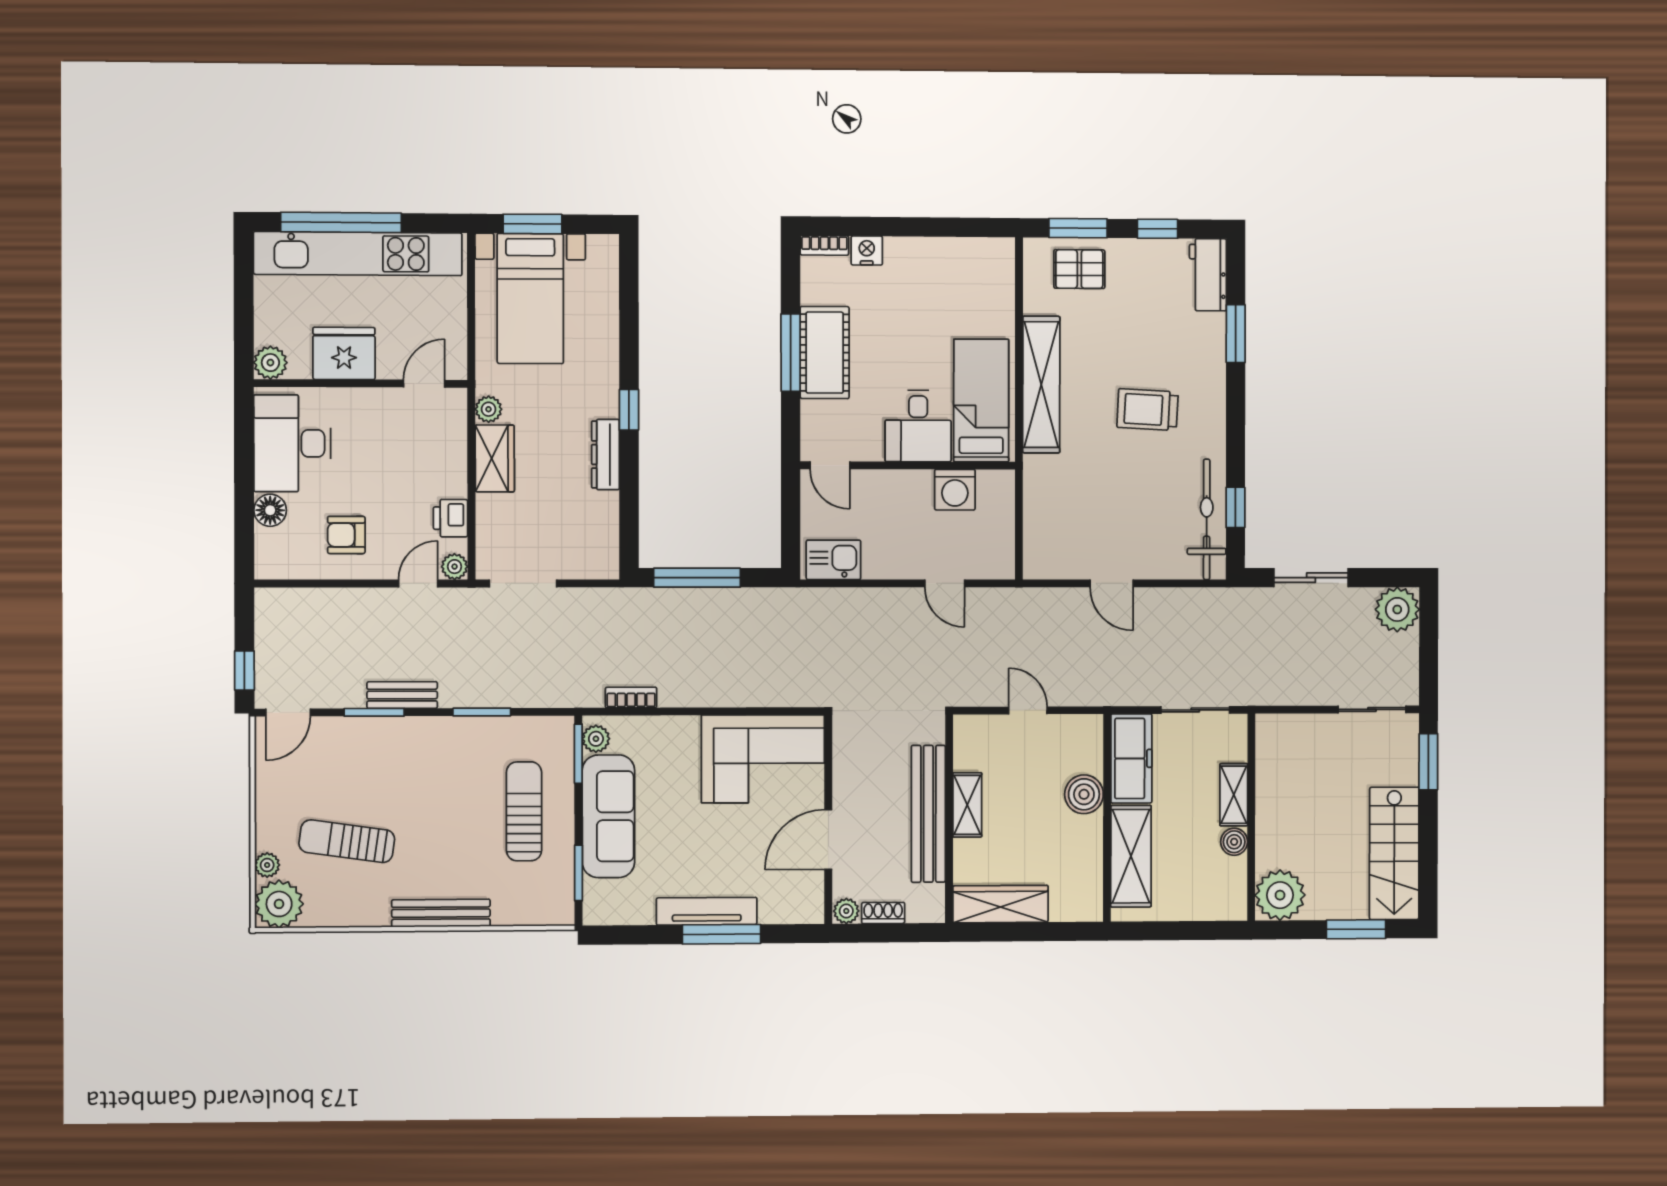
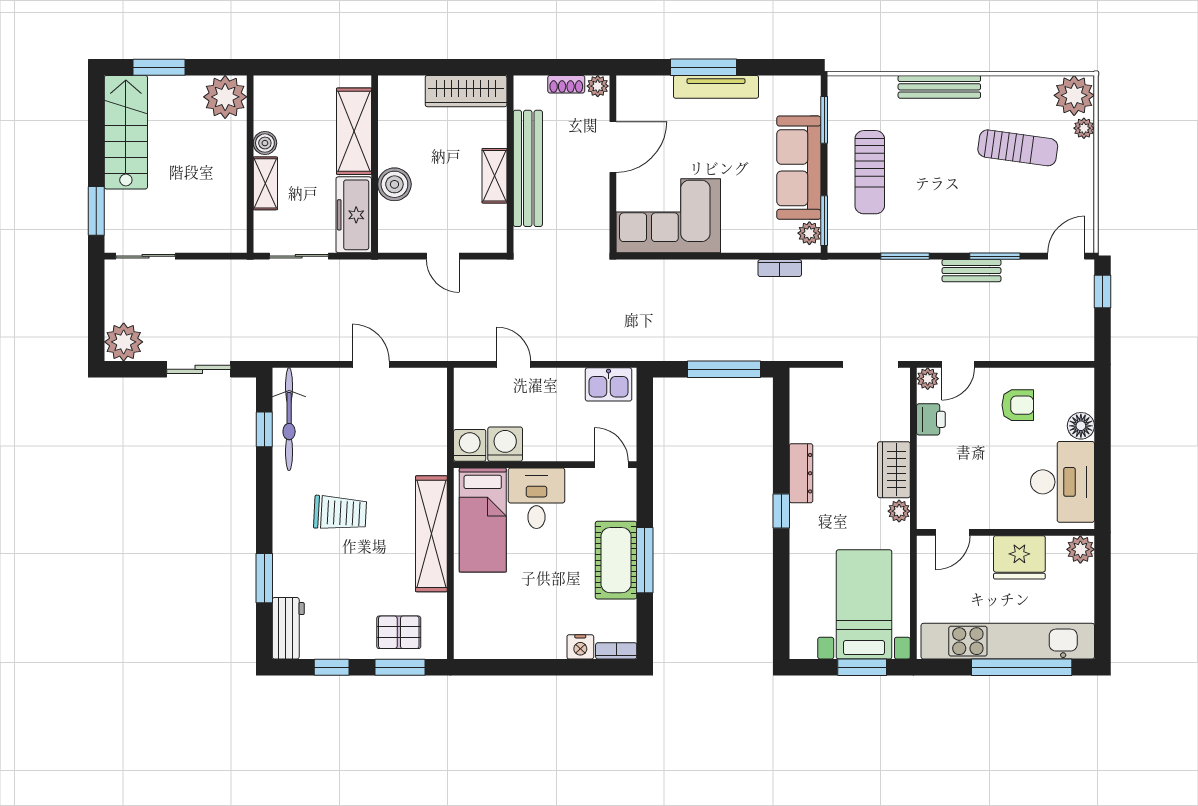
washing machine: (996, 488) -> (470, 445), added

